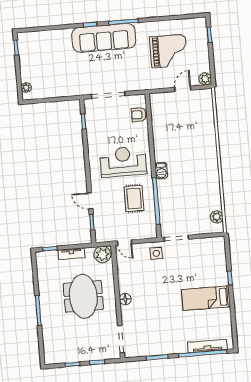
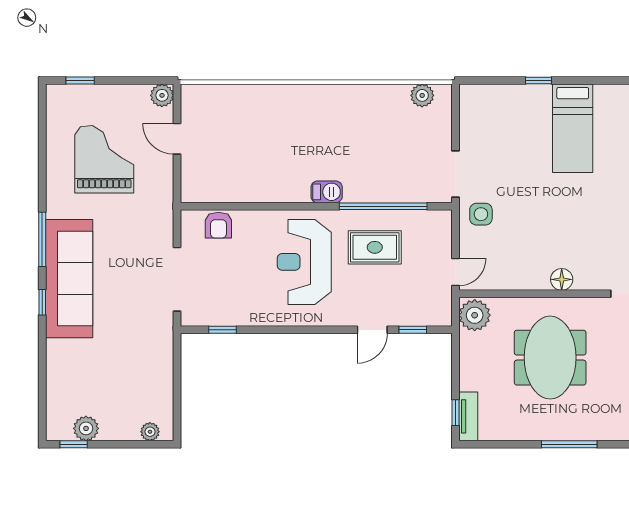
plant: (25, 53) -> (86, 428), added
tv unit: (71, 254) -> (468, 416), moved
meeting table: (83, 296) -> (550, 358), turned 90

